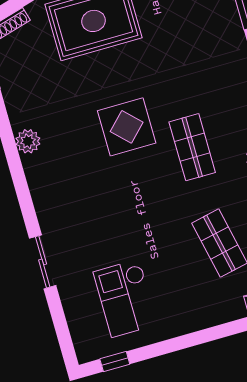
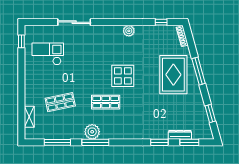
sliding door: (43, 262) -> (74, 22), width x1.37

